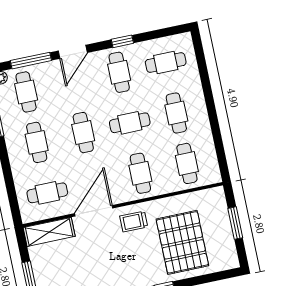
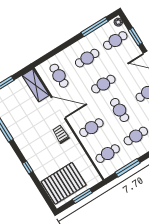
window: (31, 61) -> (135, 37), width x0.69
window: (218, 142) -> (128, 168), added
pallet: (182, 242) -> (64, 183), moved

